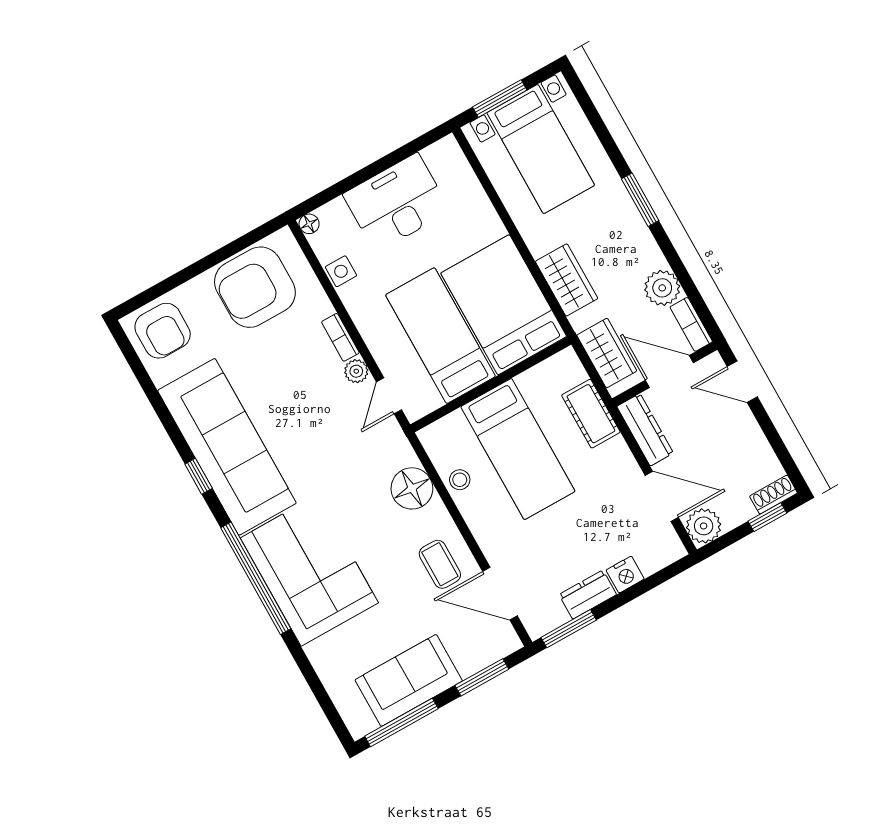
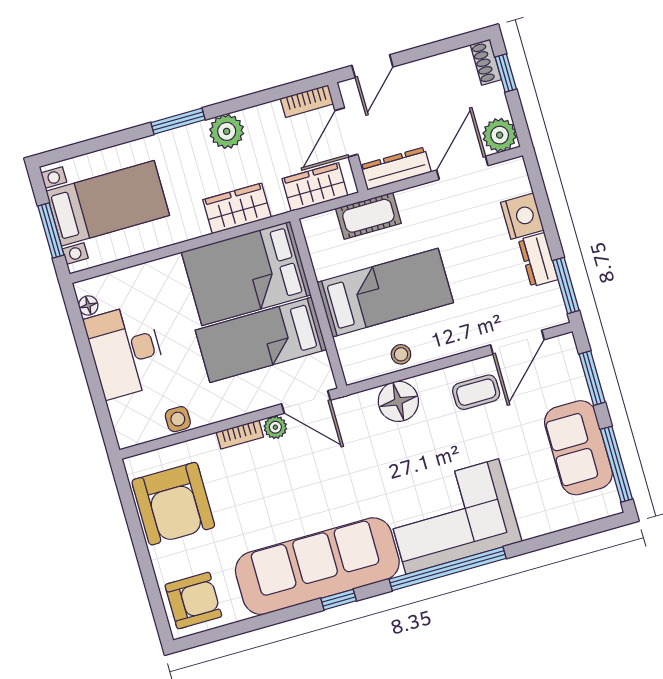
floor lamp: (309, 224) -> (88, 305), moved
plant: (662, 288) -> (227, 131), moved
door: (389, 396) -> (306, 402), width x1.38
nightstand: (625, 575) -> (522, 216), width x1.36, depth x1.33

